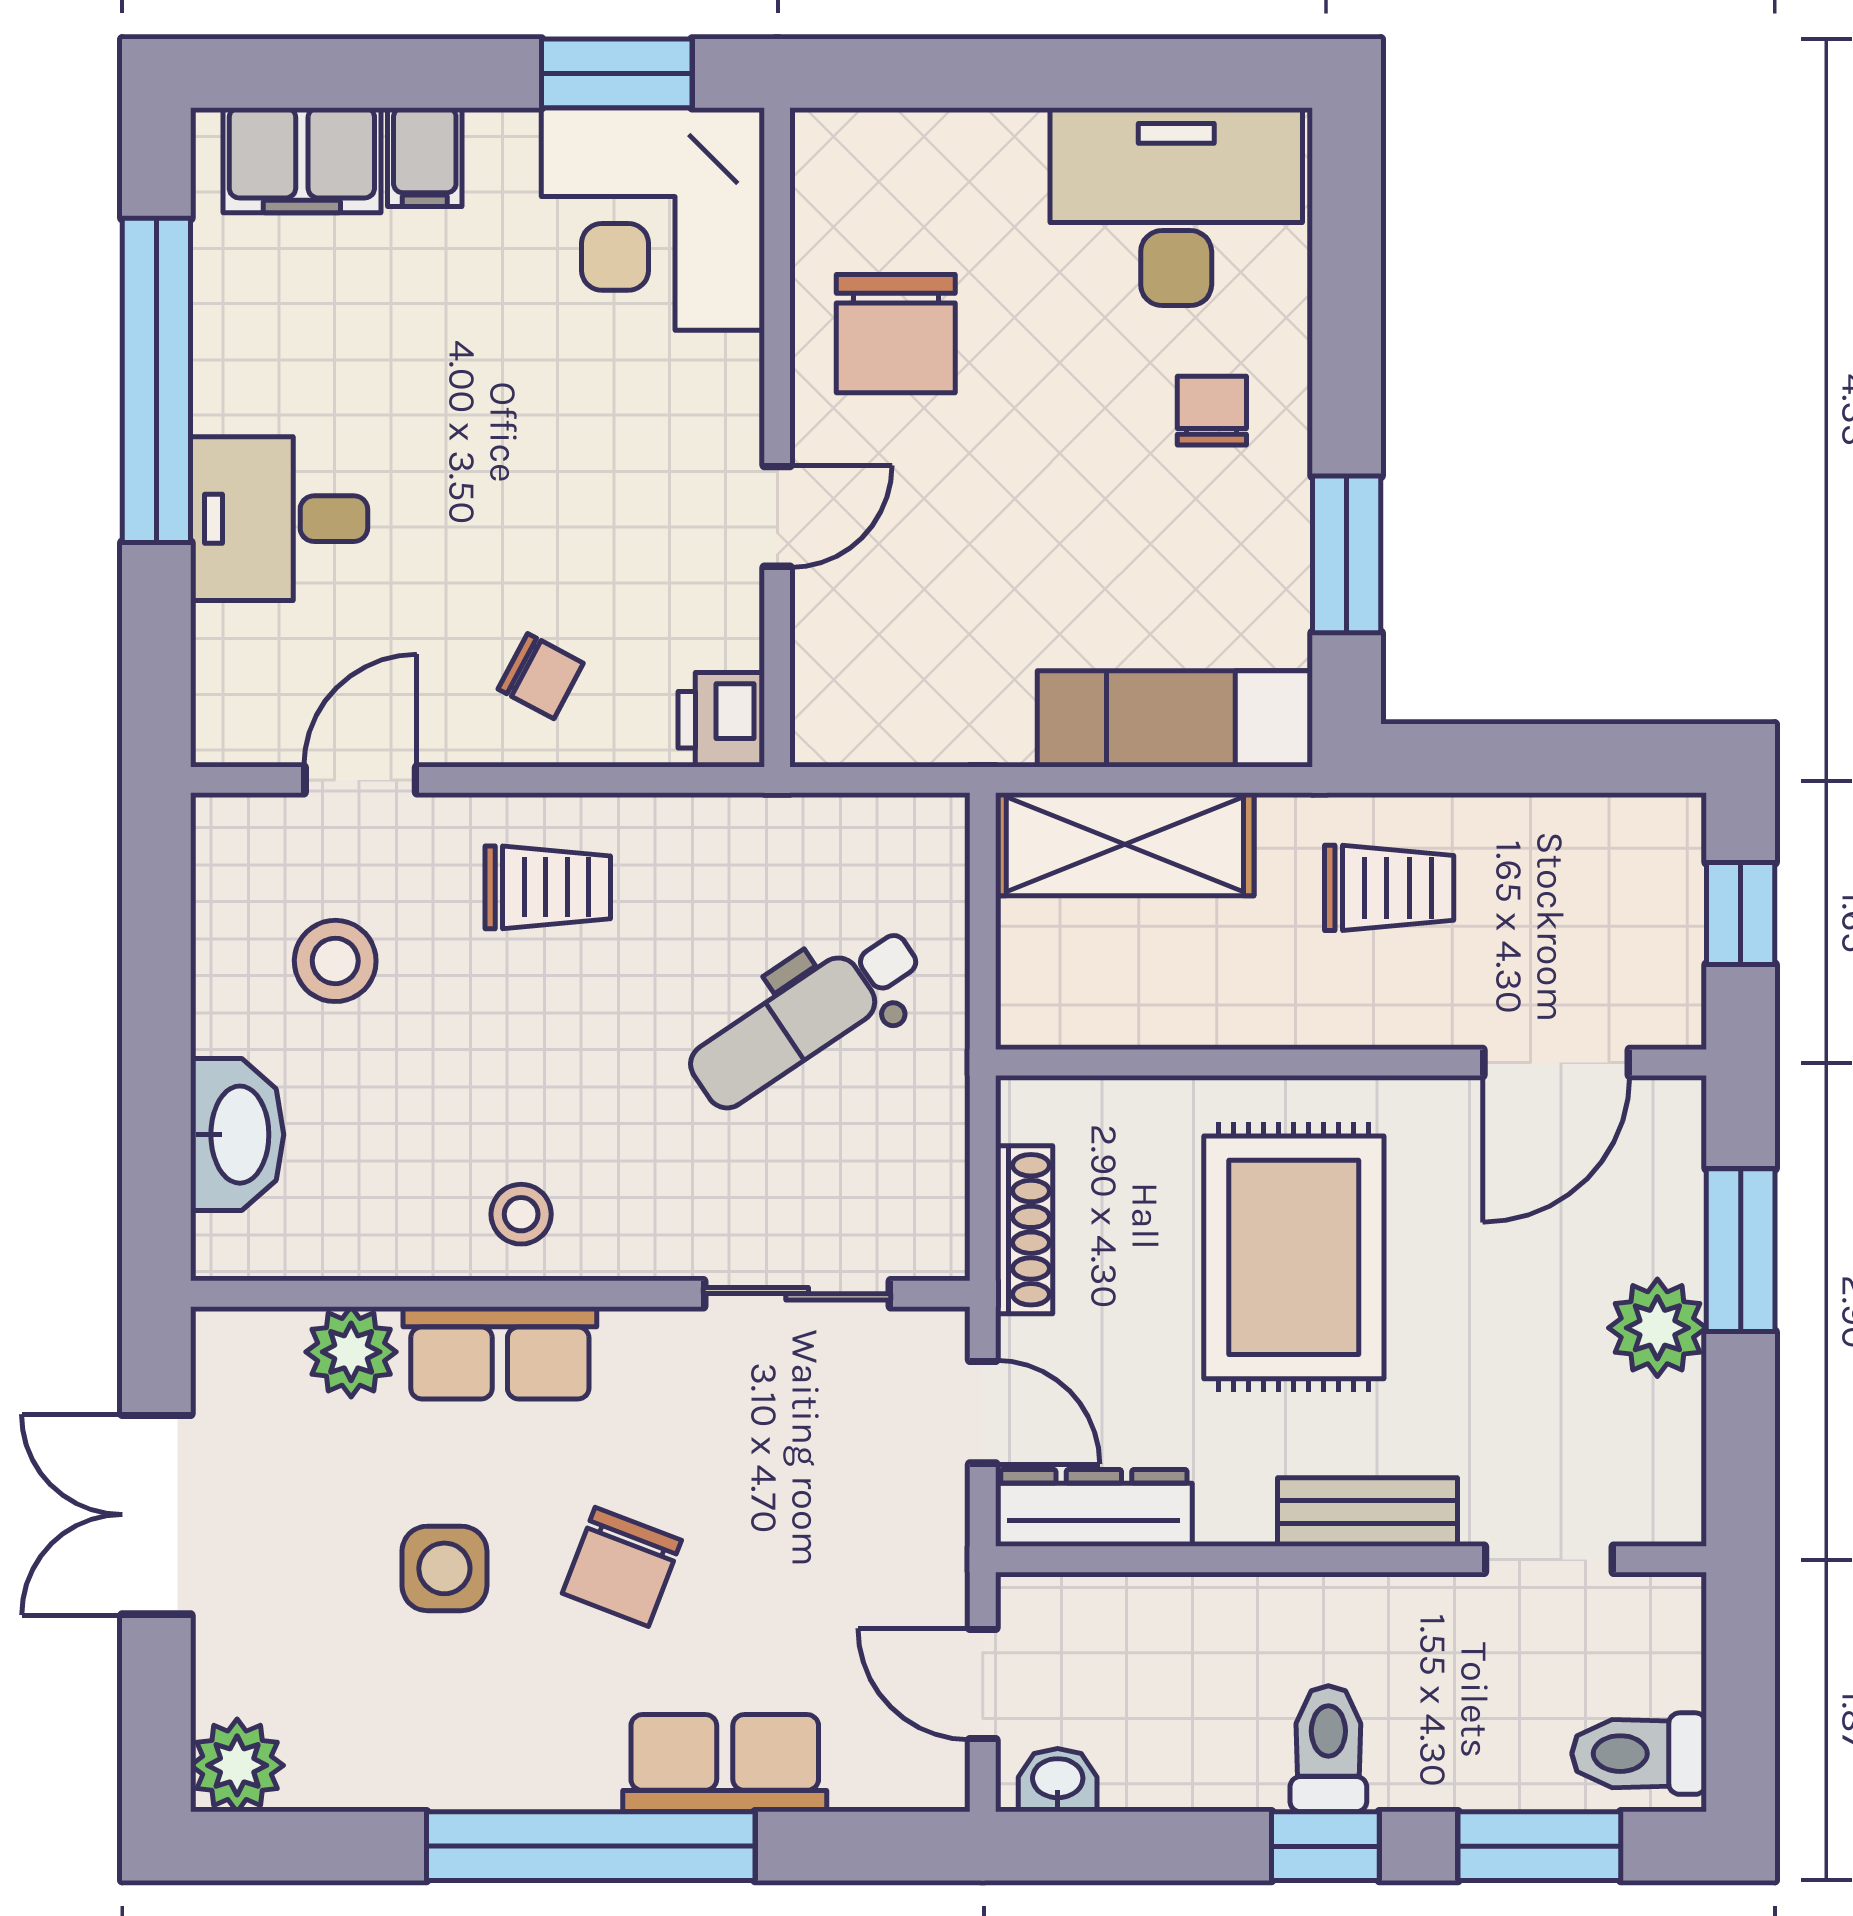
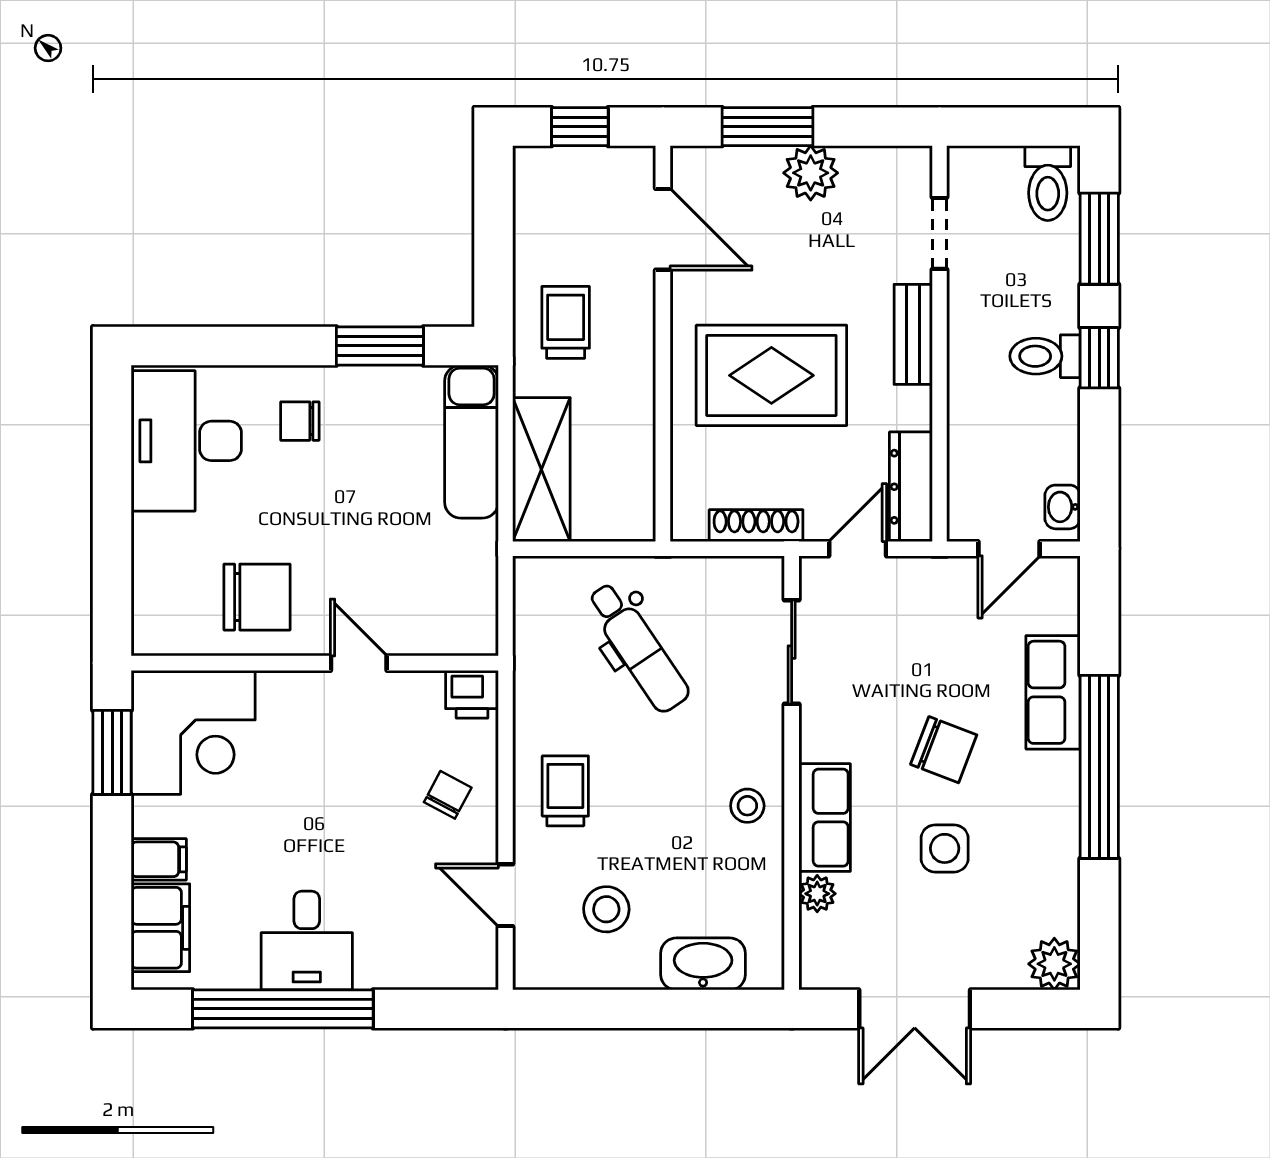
desk: (279, 519) -> (307, 941), moved
plant: (351, 1352) -> (817, 894), width x0.73, depth x0.73

